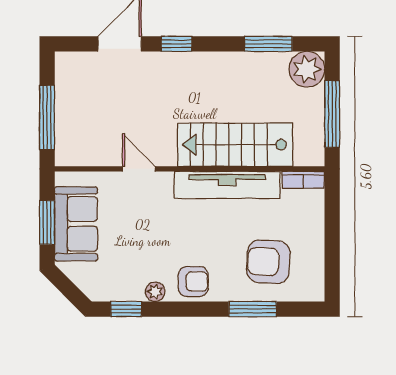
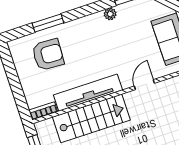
door: (139, 169) -> (144, 85), swing flipped
armchair: (193, 282) -> (89, 28), removed

